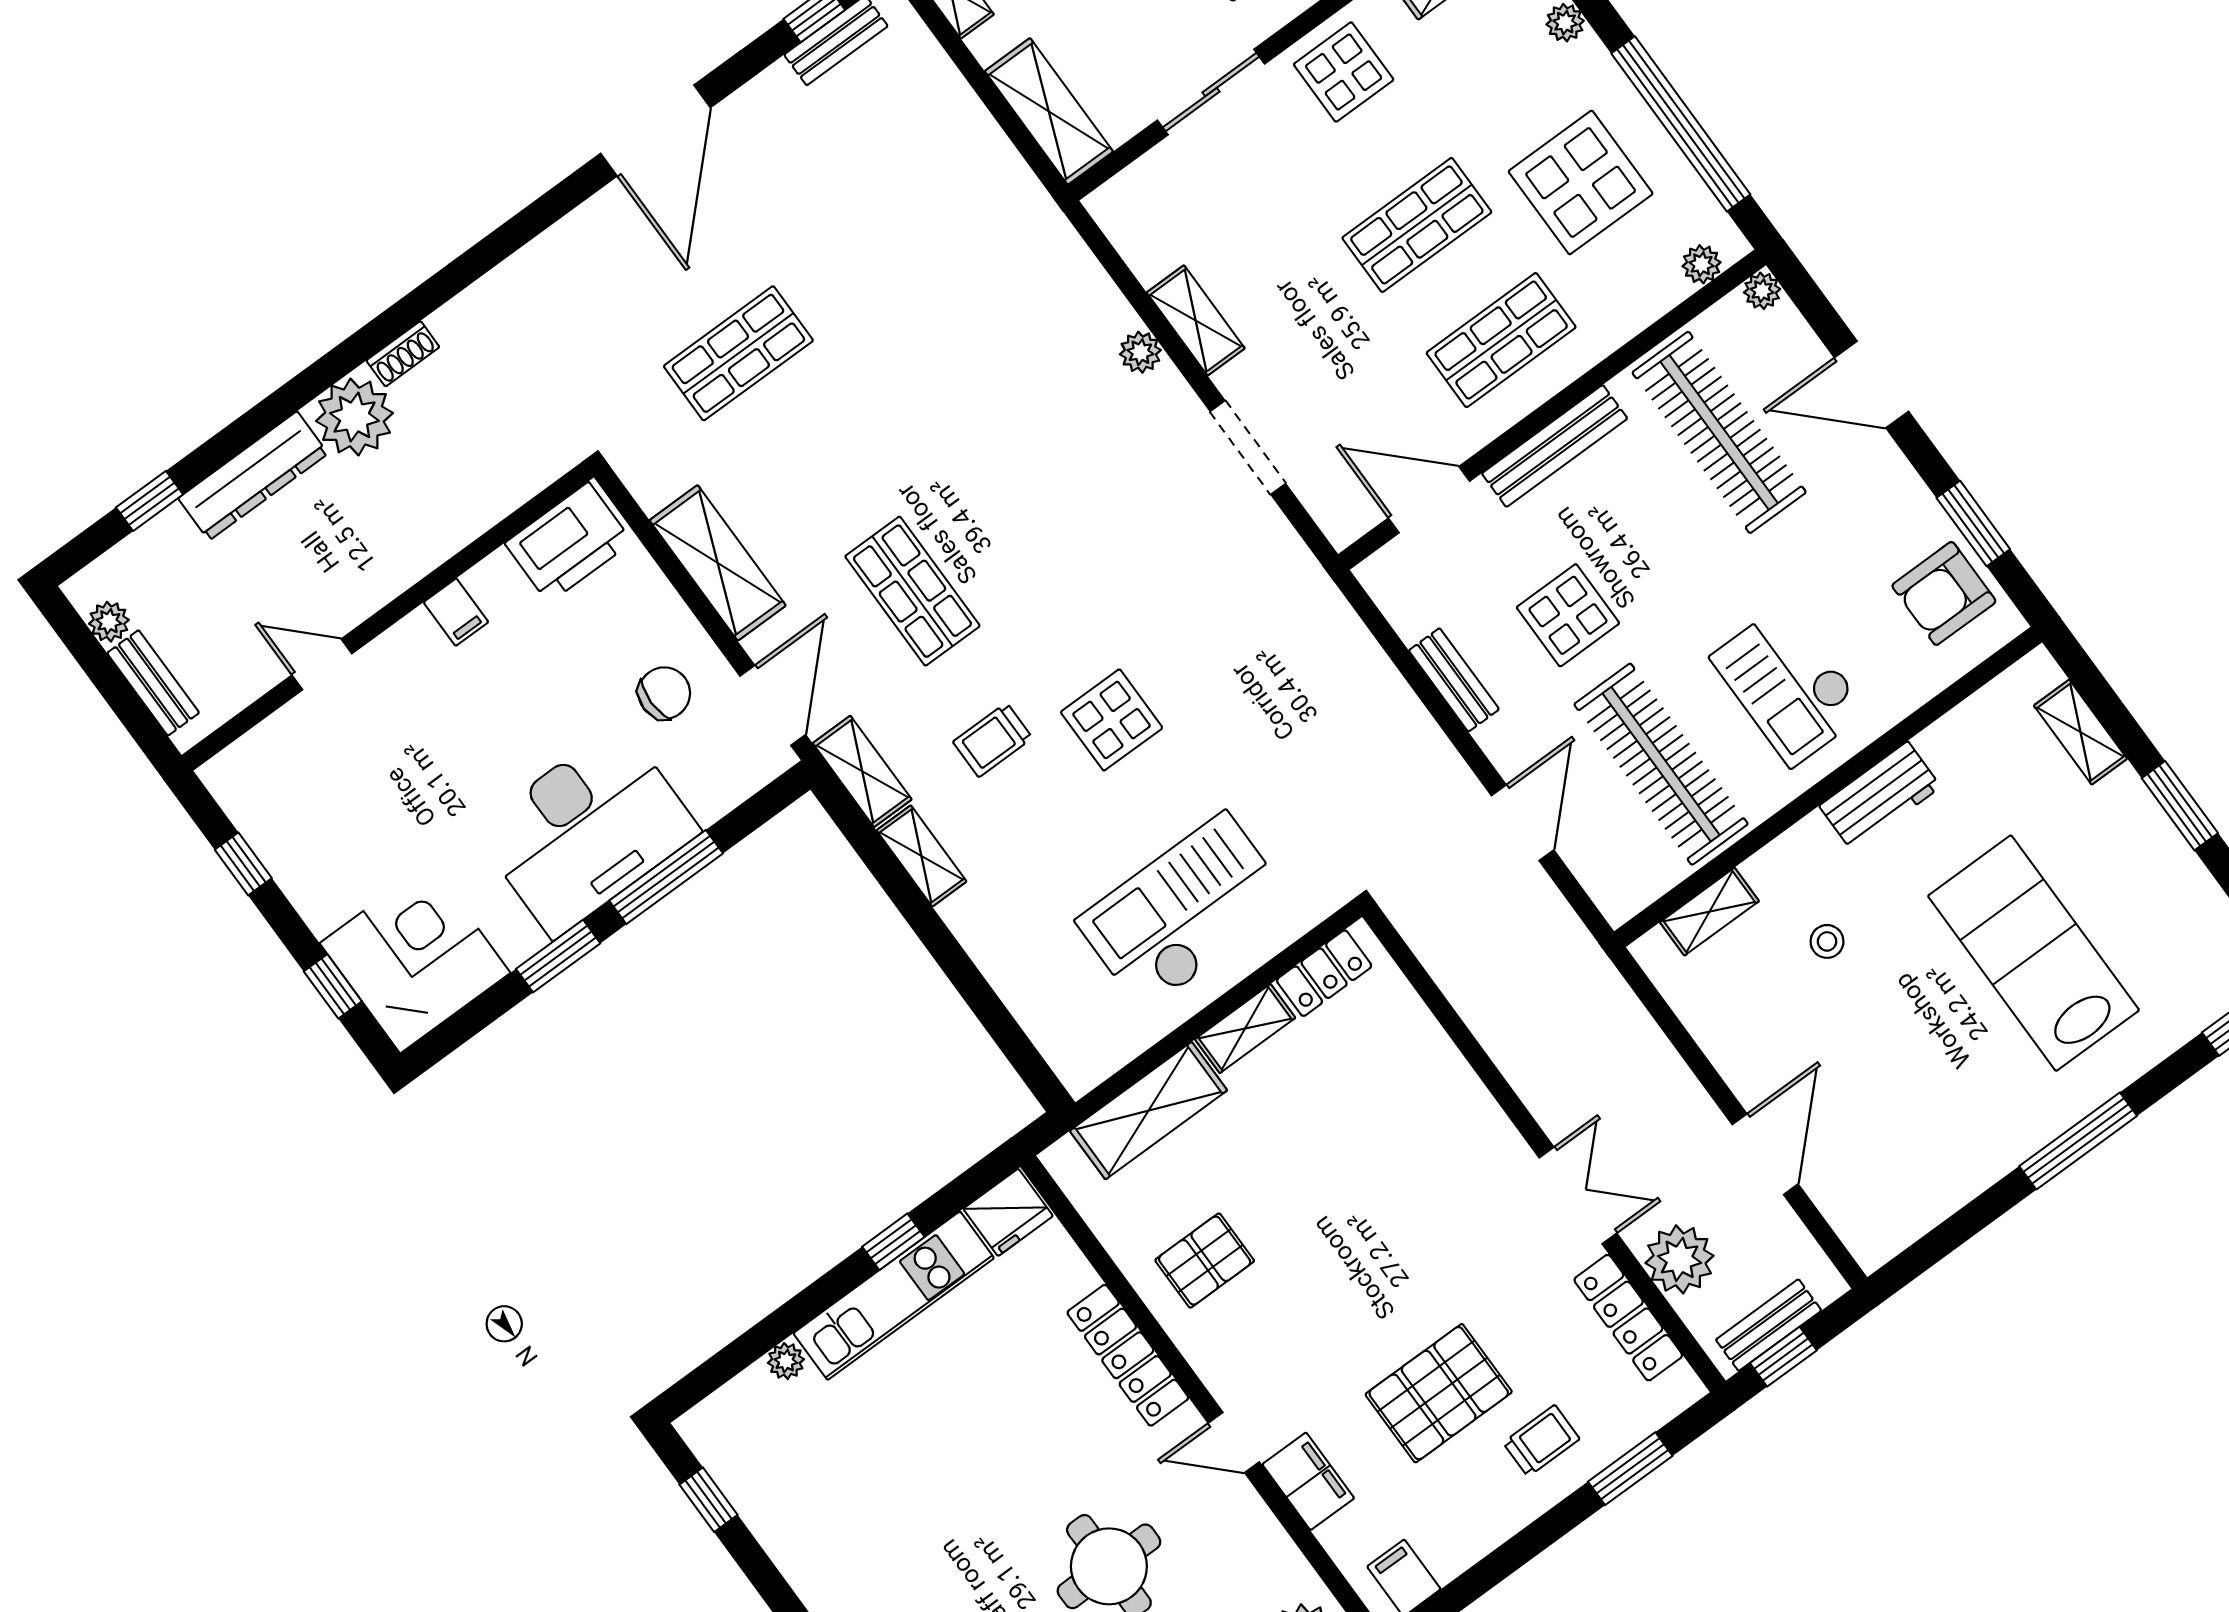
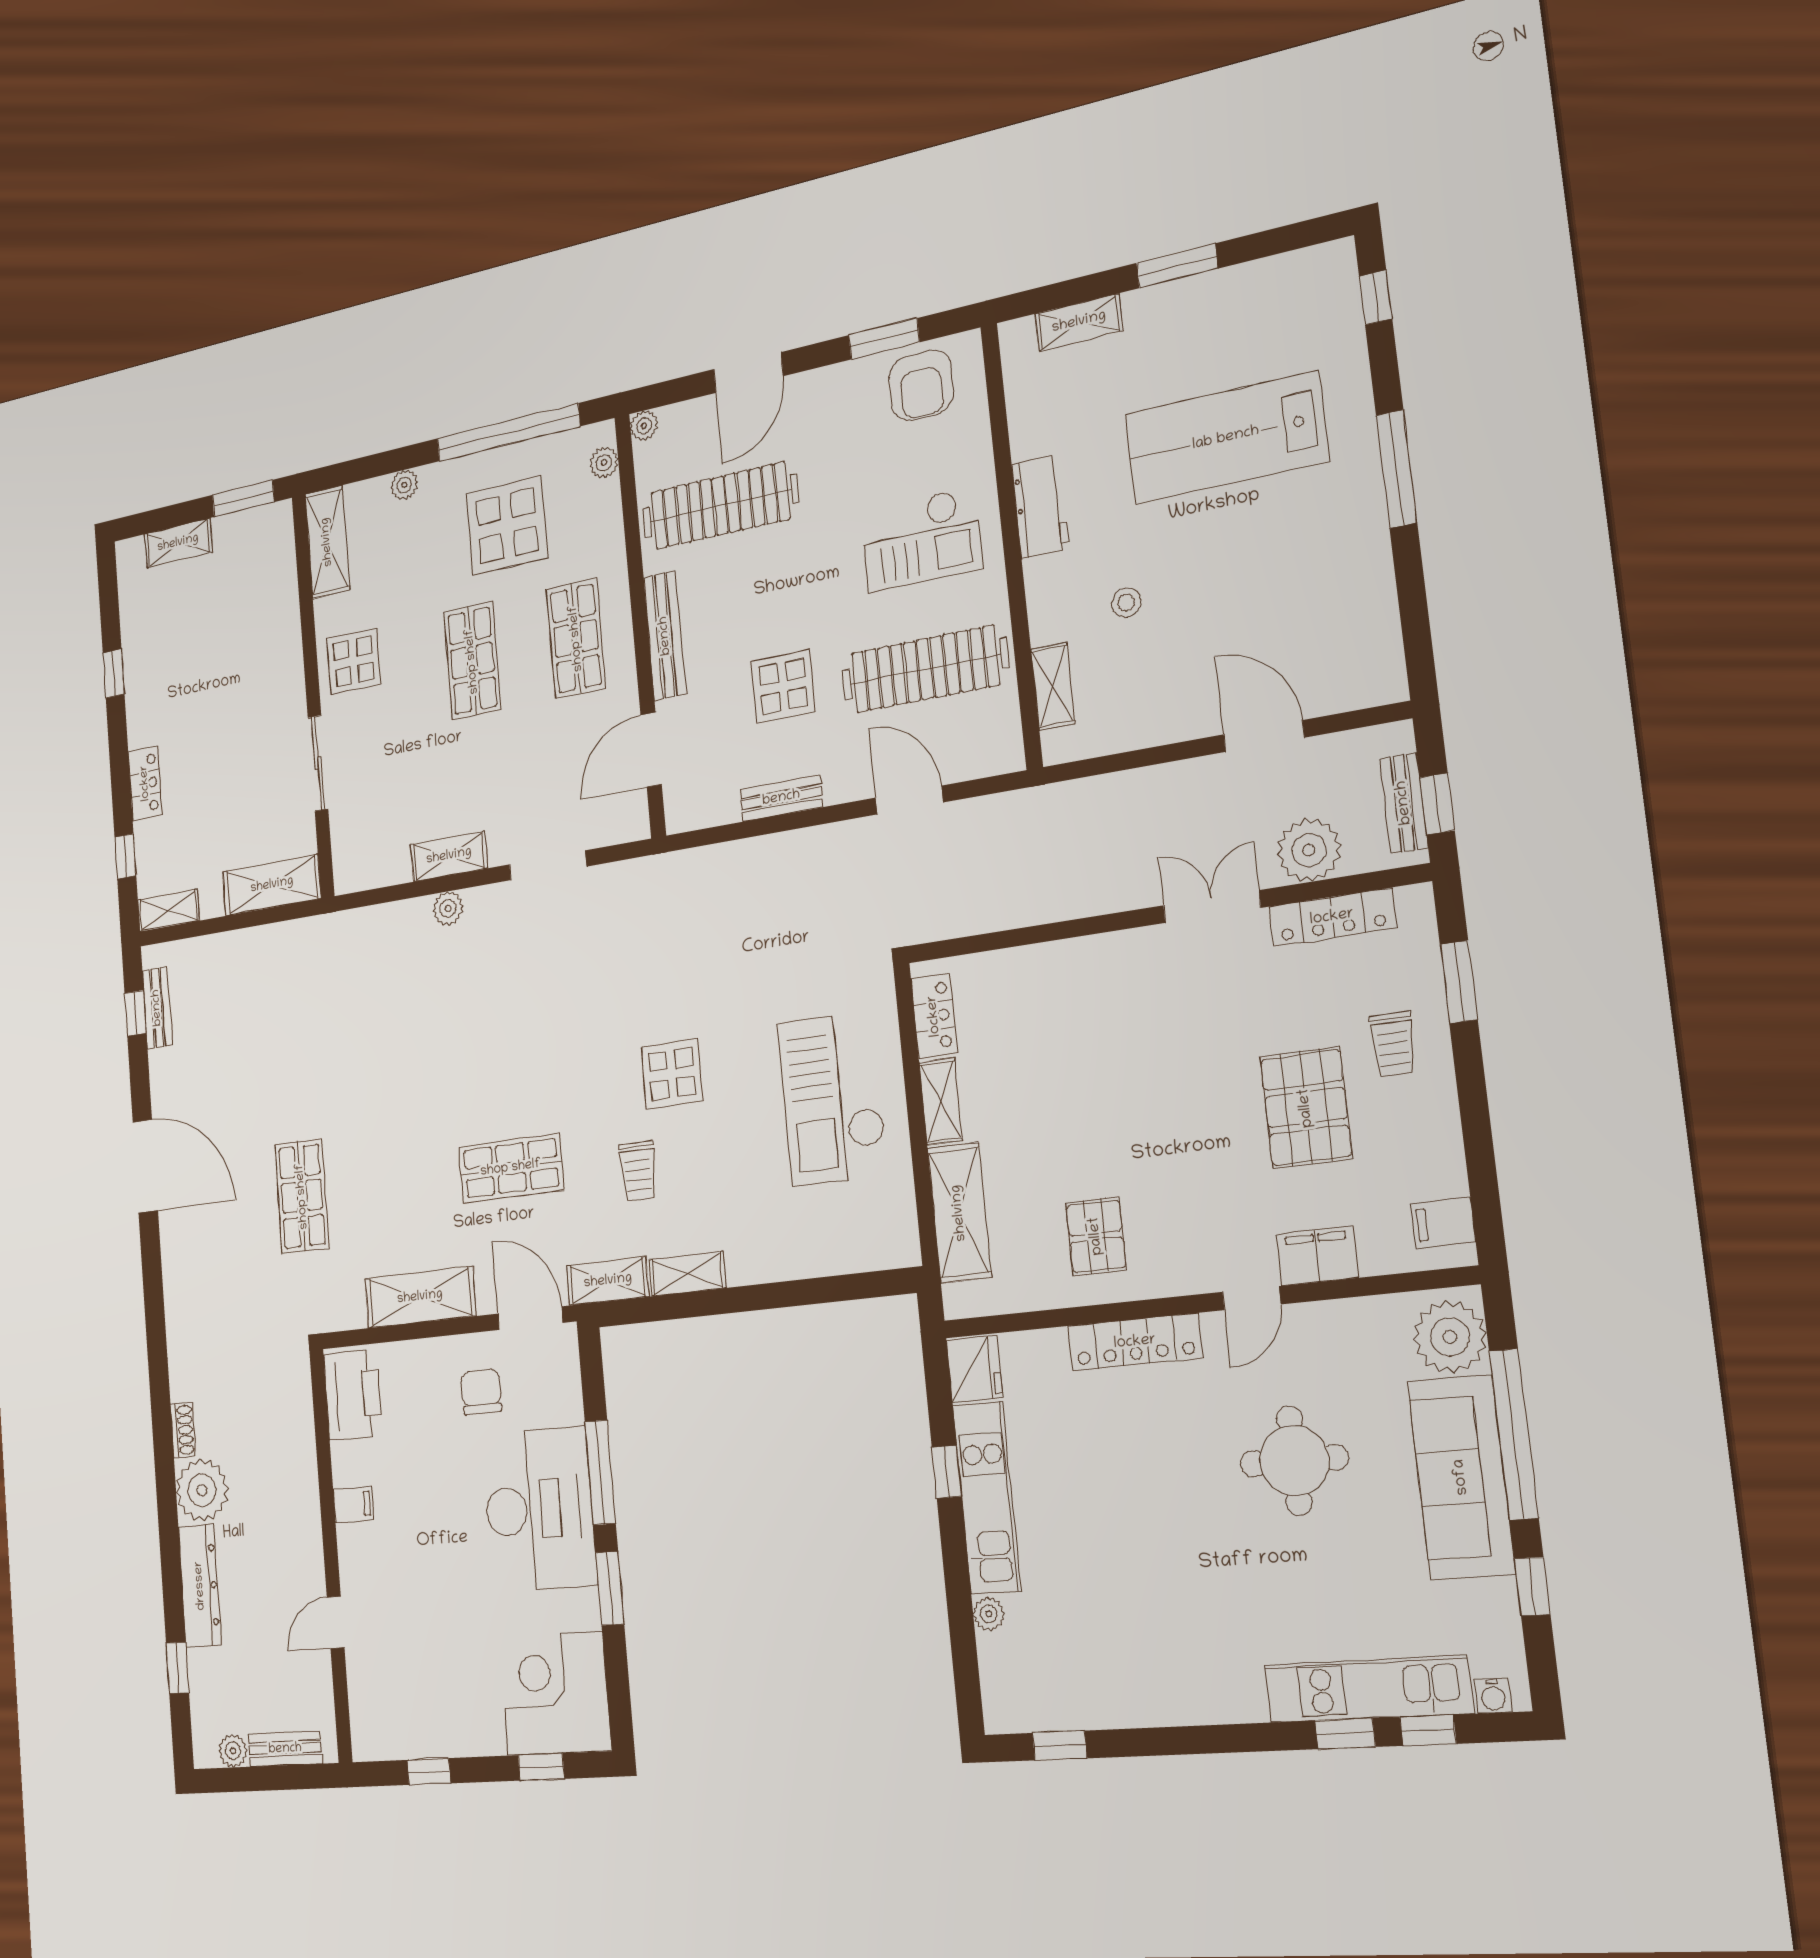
trolley: (1541, 1441) -> (1393, 1044), turned 180

